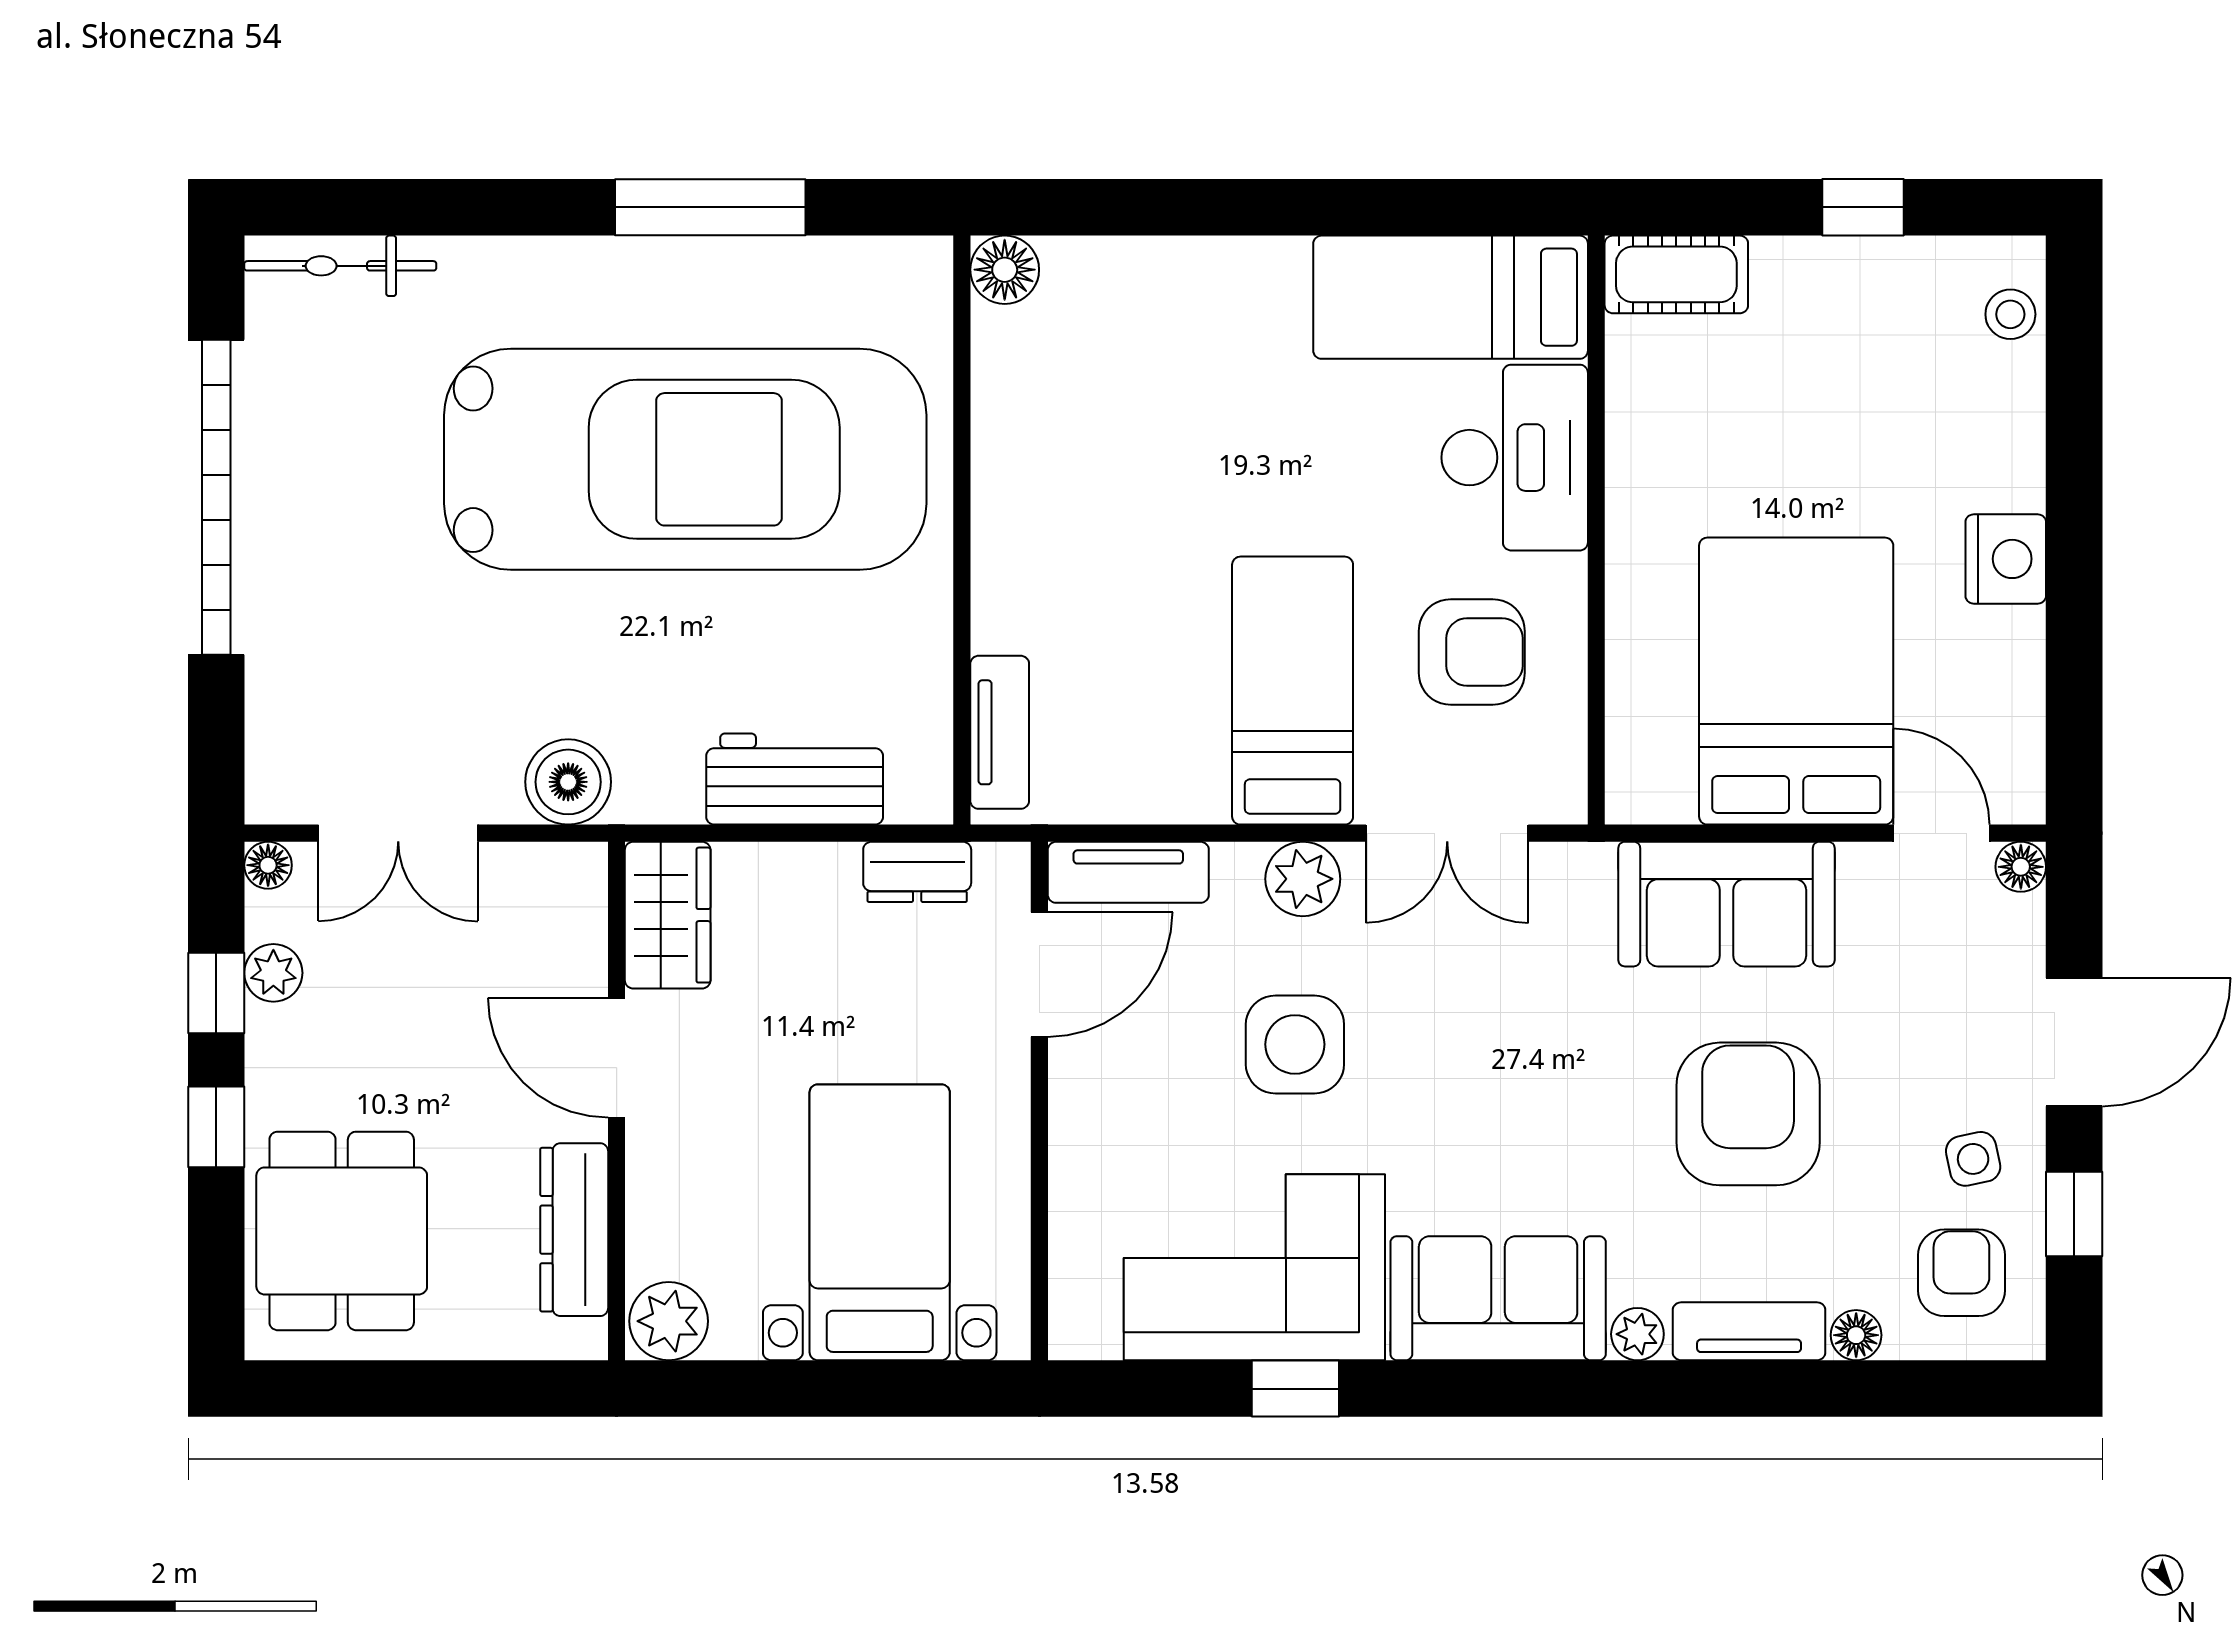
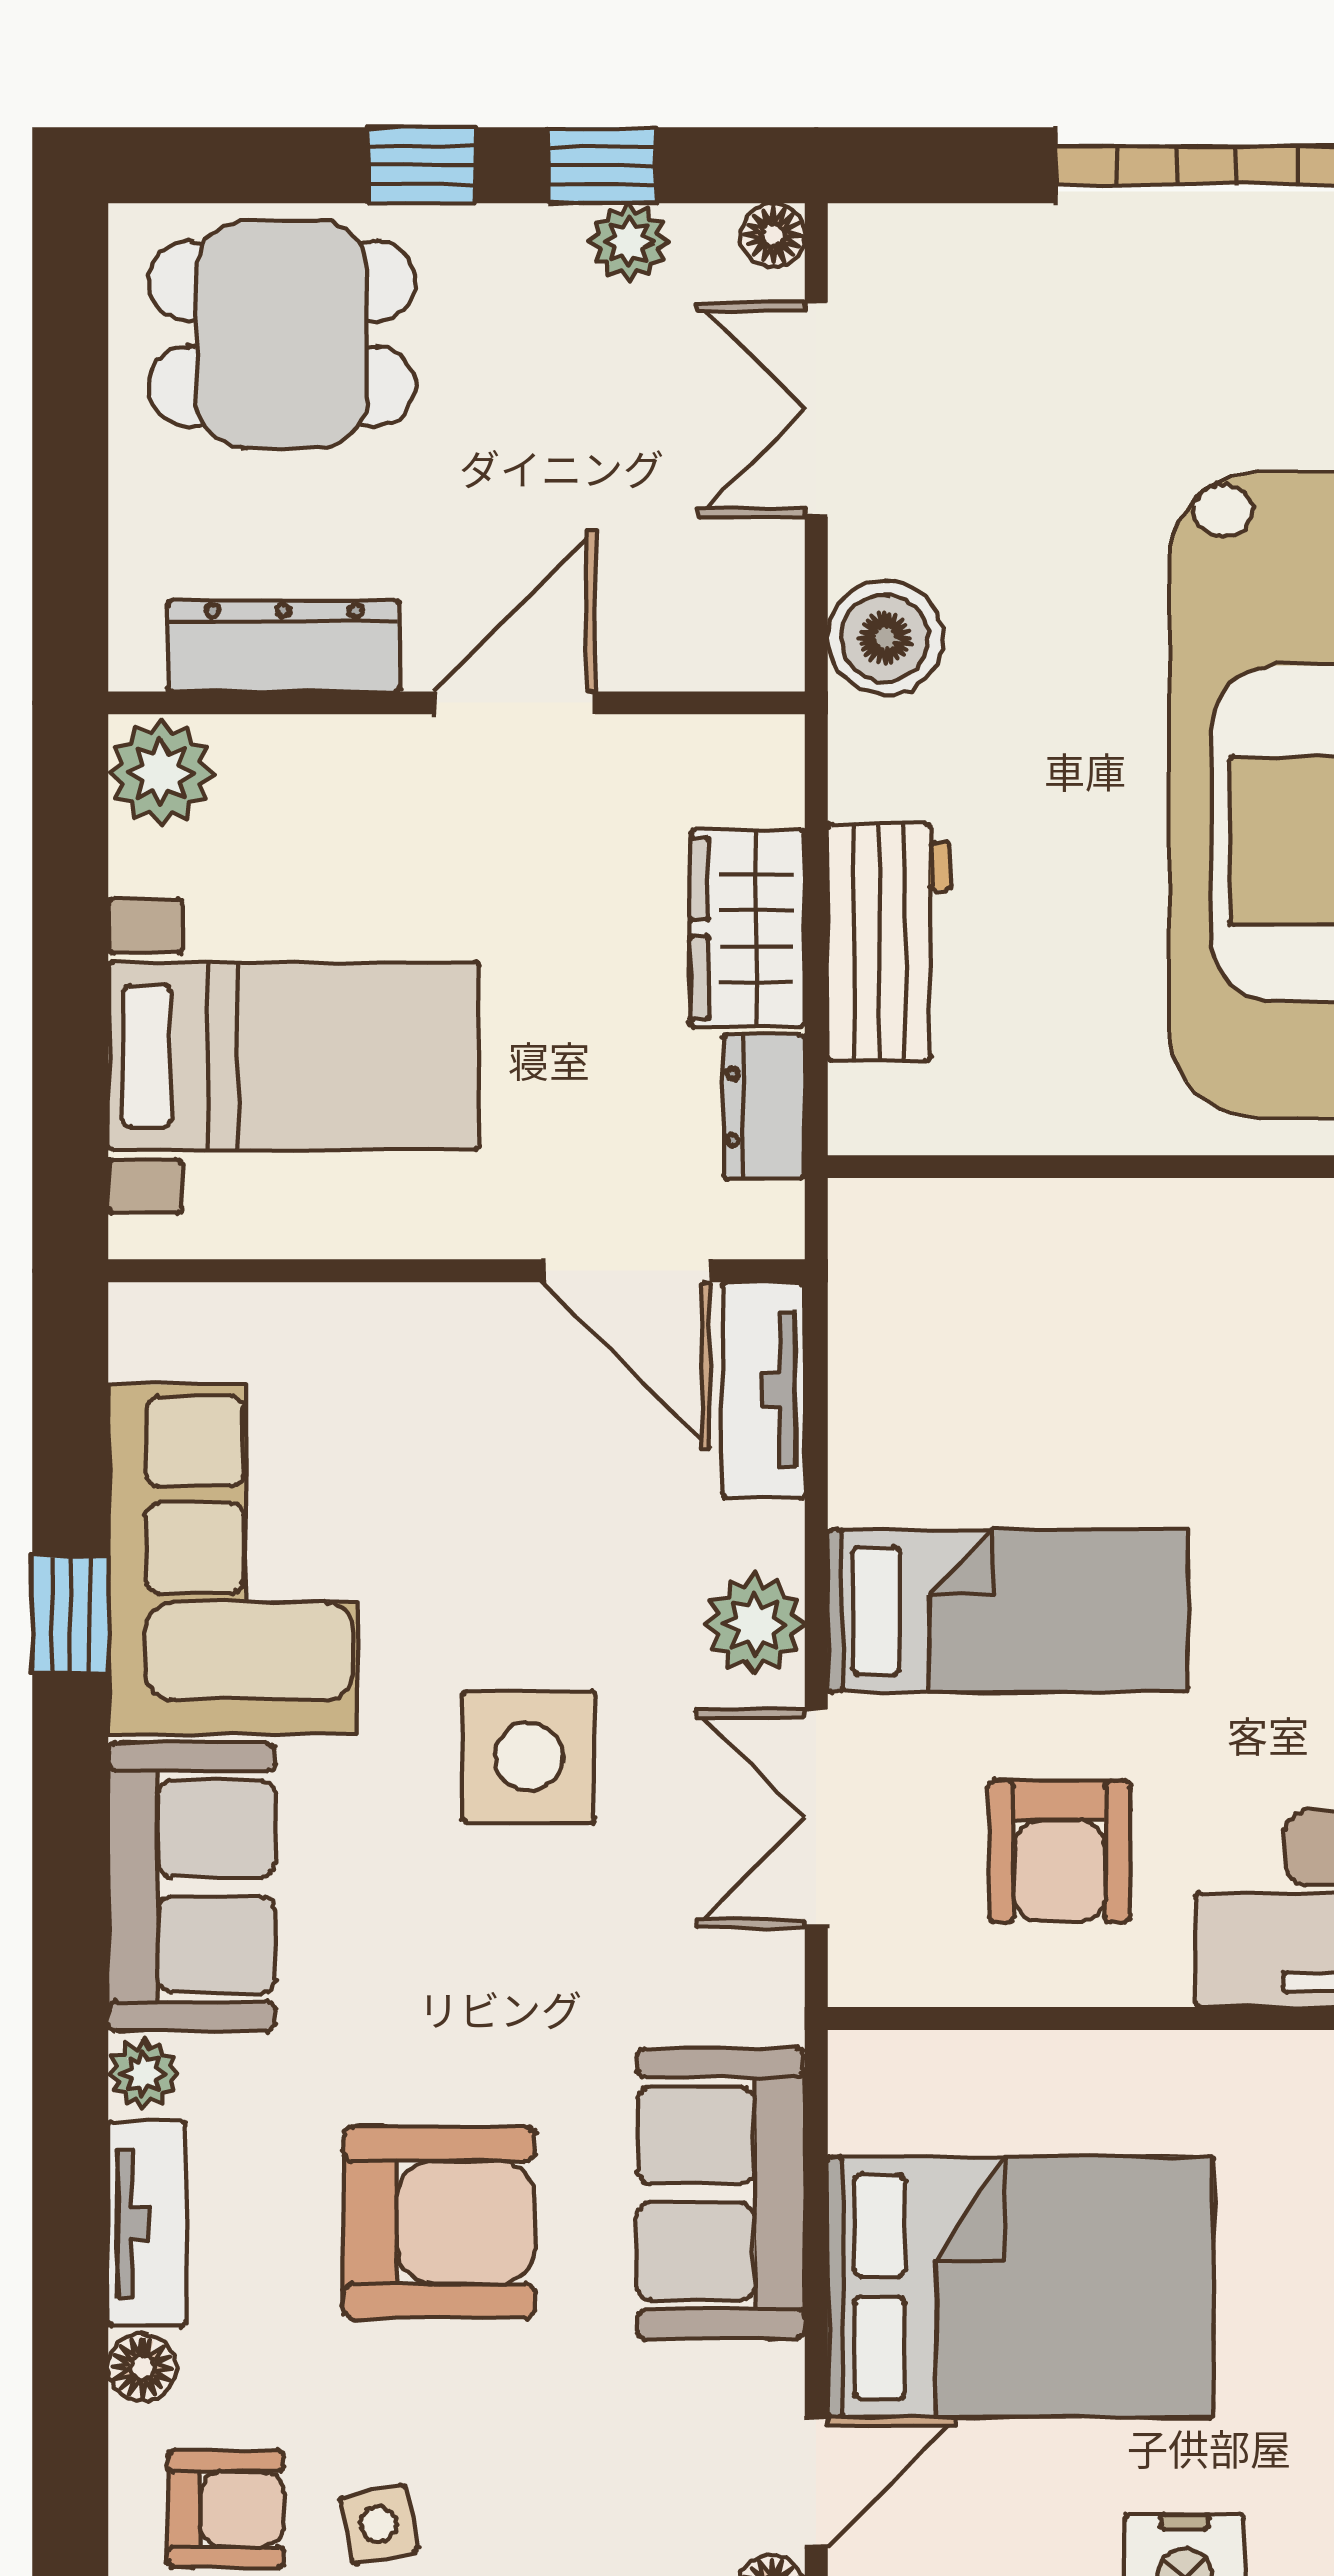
tv unit: (1000, 732) -> (952, 1217), removed
wardrobe: (668, 915) -> (748, 928), moved, turned 90
side table: (1295, 1044) -> (529, 1757), moved

